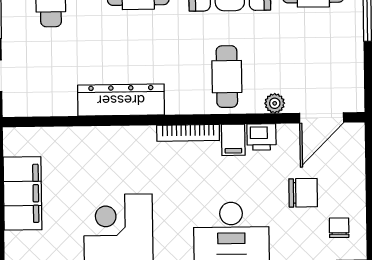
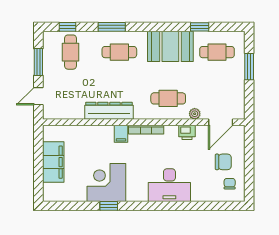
cafe table: (227, 77) -> (168, 98), turned 90
filing cabinet: (233, 140) -> (121, 134), moved
chair: (303, 193) -> (223, 162), moved

